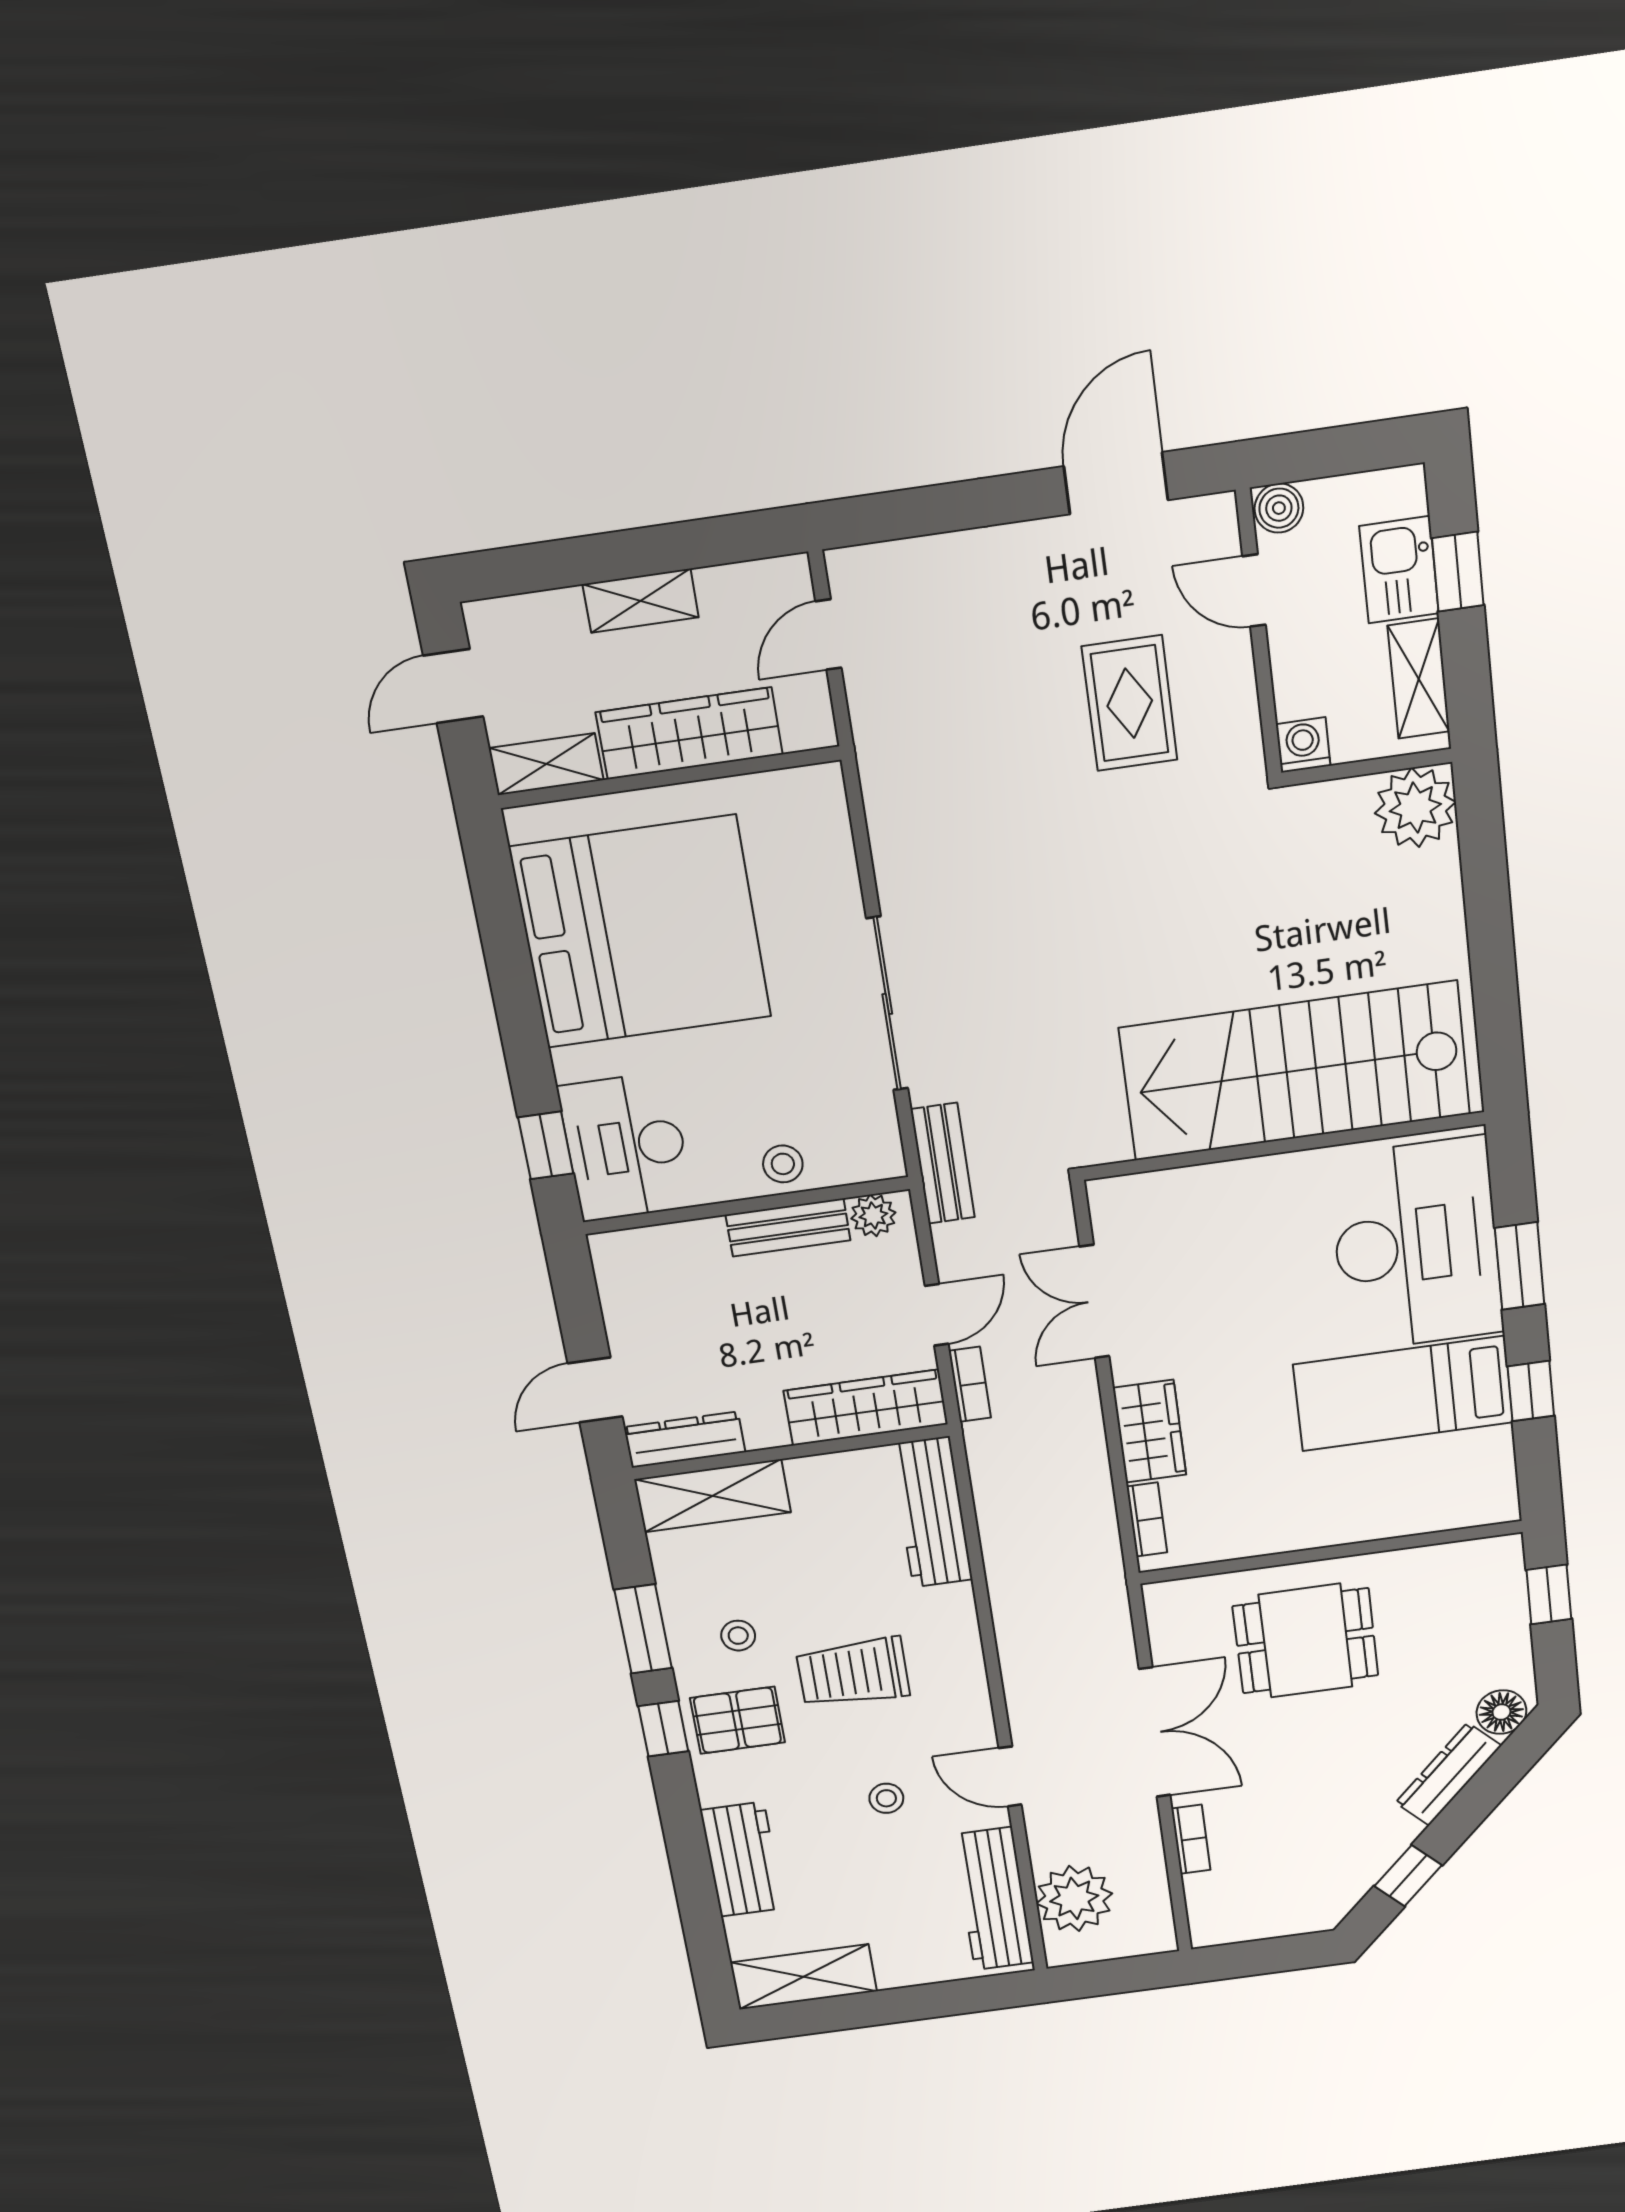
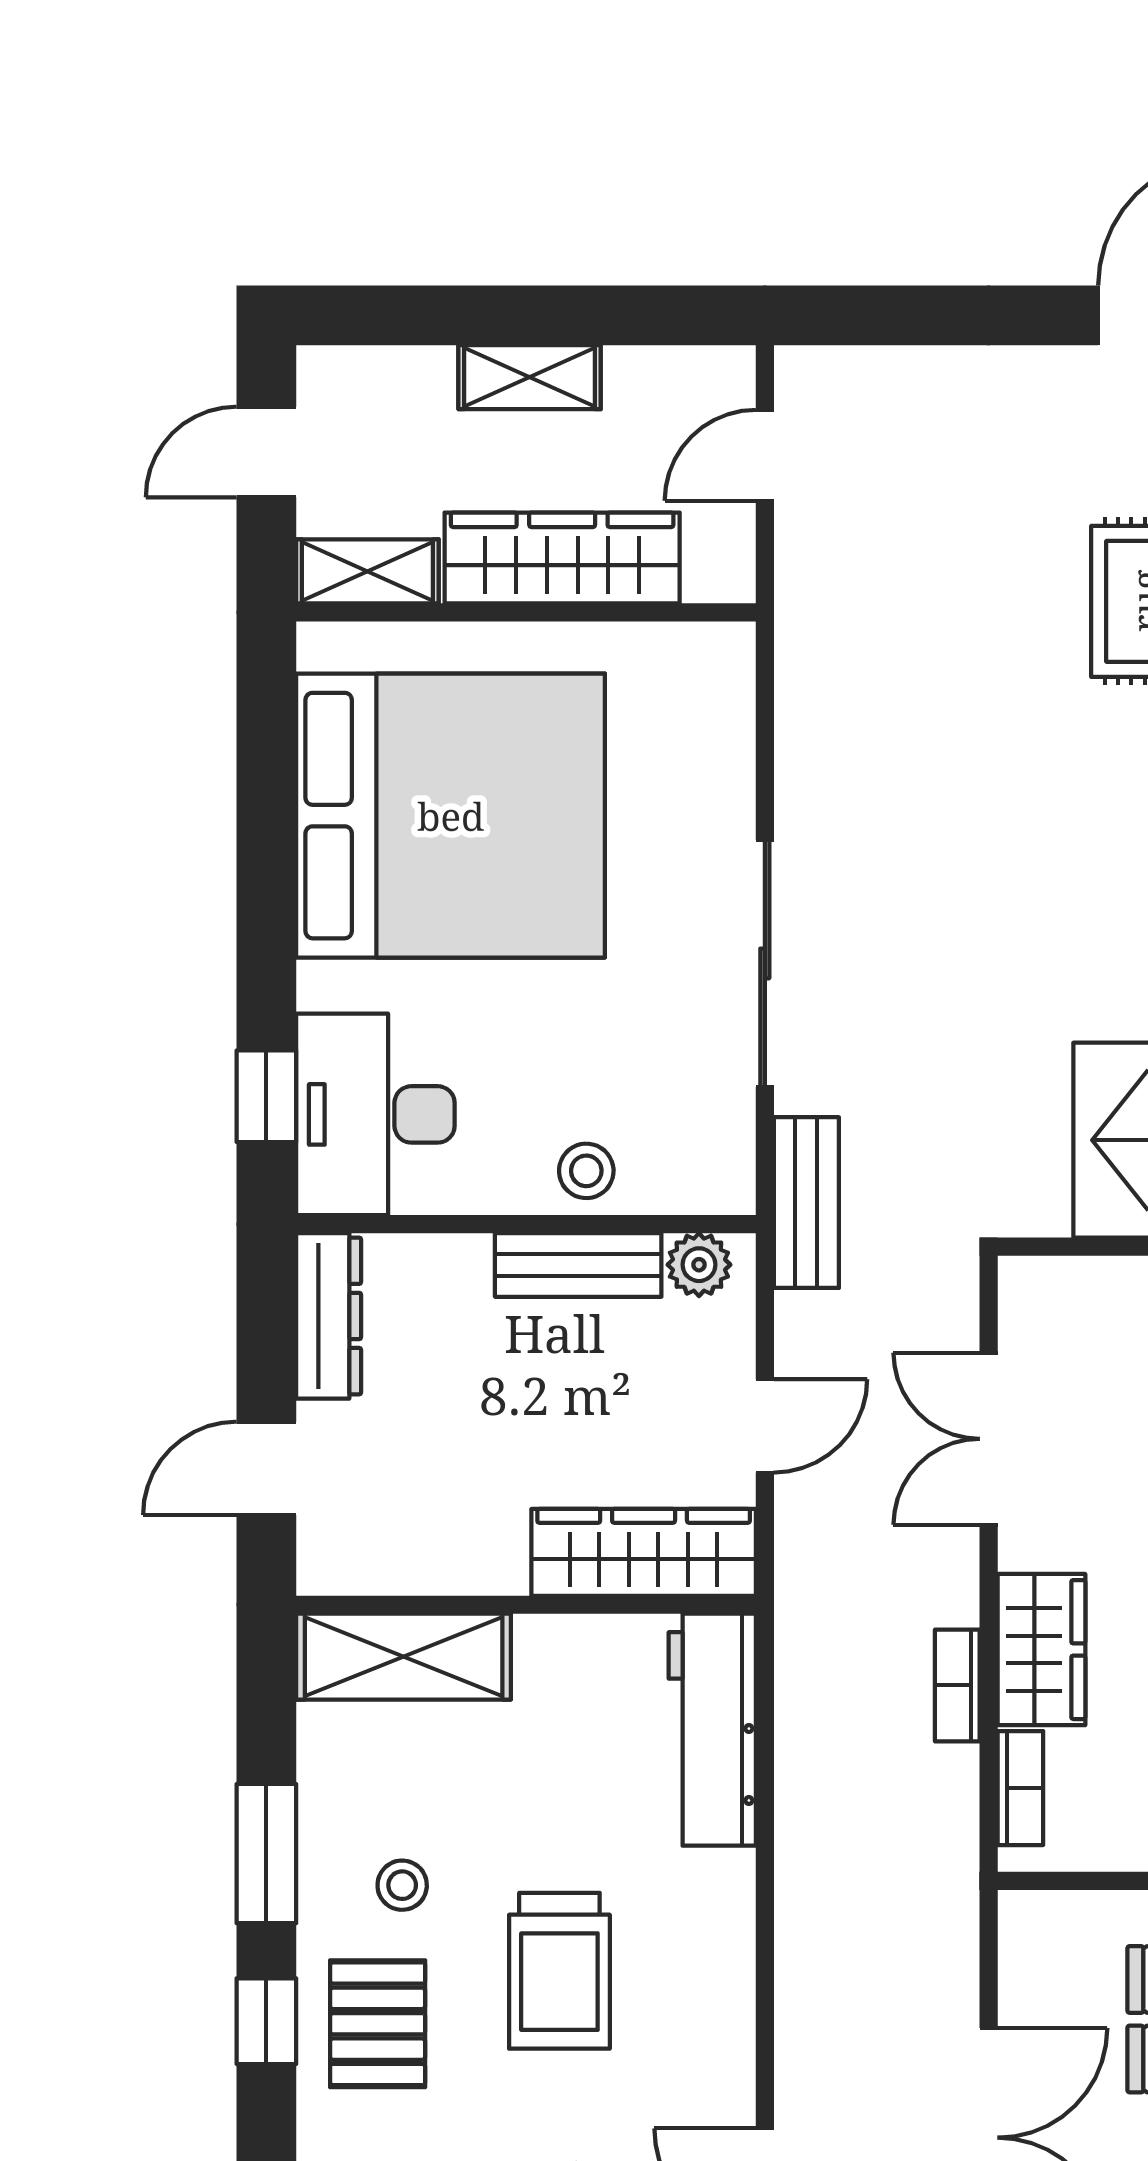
bookcase: (970, 1384) -> (957, 1685), moved, turned 180
dresser: (685, 1440) -> (329, 1316), moved, turned 90
trolley: (853, 1672) -> (559, 1971), turned -90
pallet: (737, 1720) -> (378, 2024), turned 90

